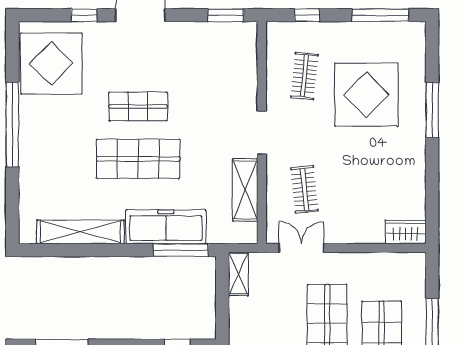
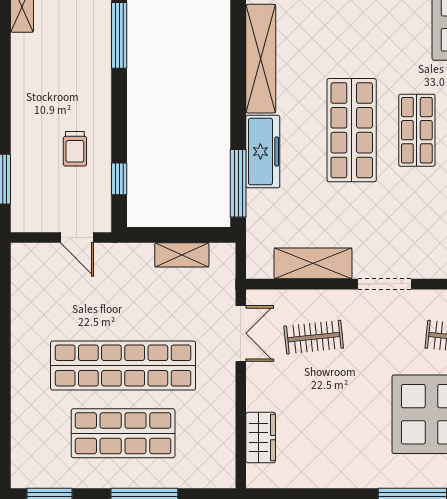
freezer: (166, 227) -> (263, 152), width x0.73, depth x0.79
wardrobe: (406, 232) -> (261, 438), moved
shelving: (238, 274) -> (182, 255), moved

